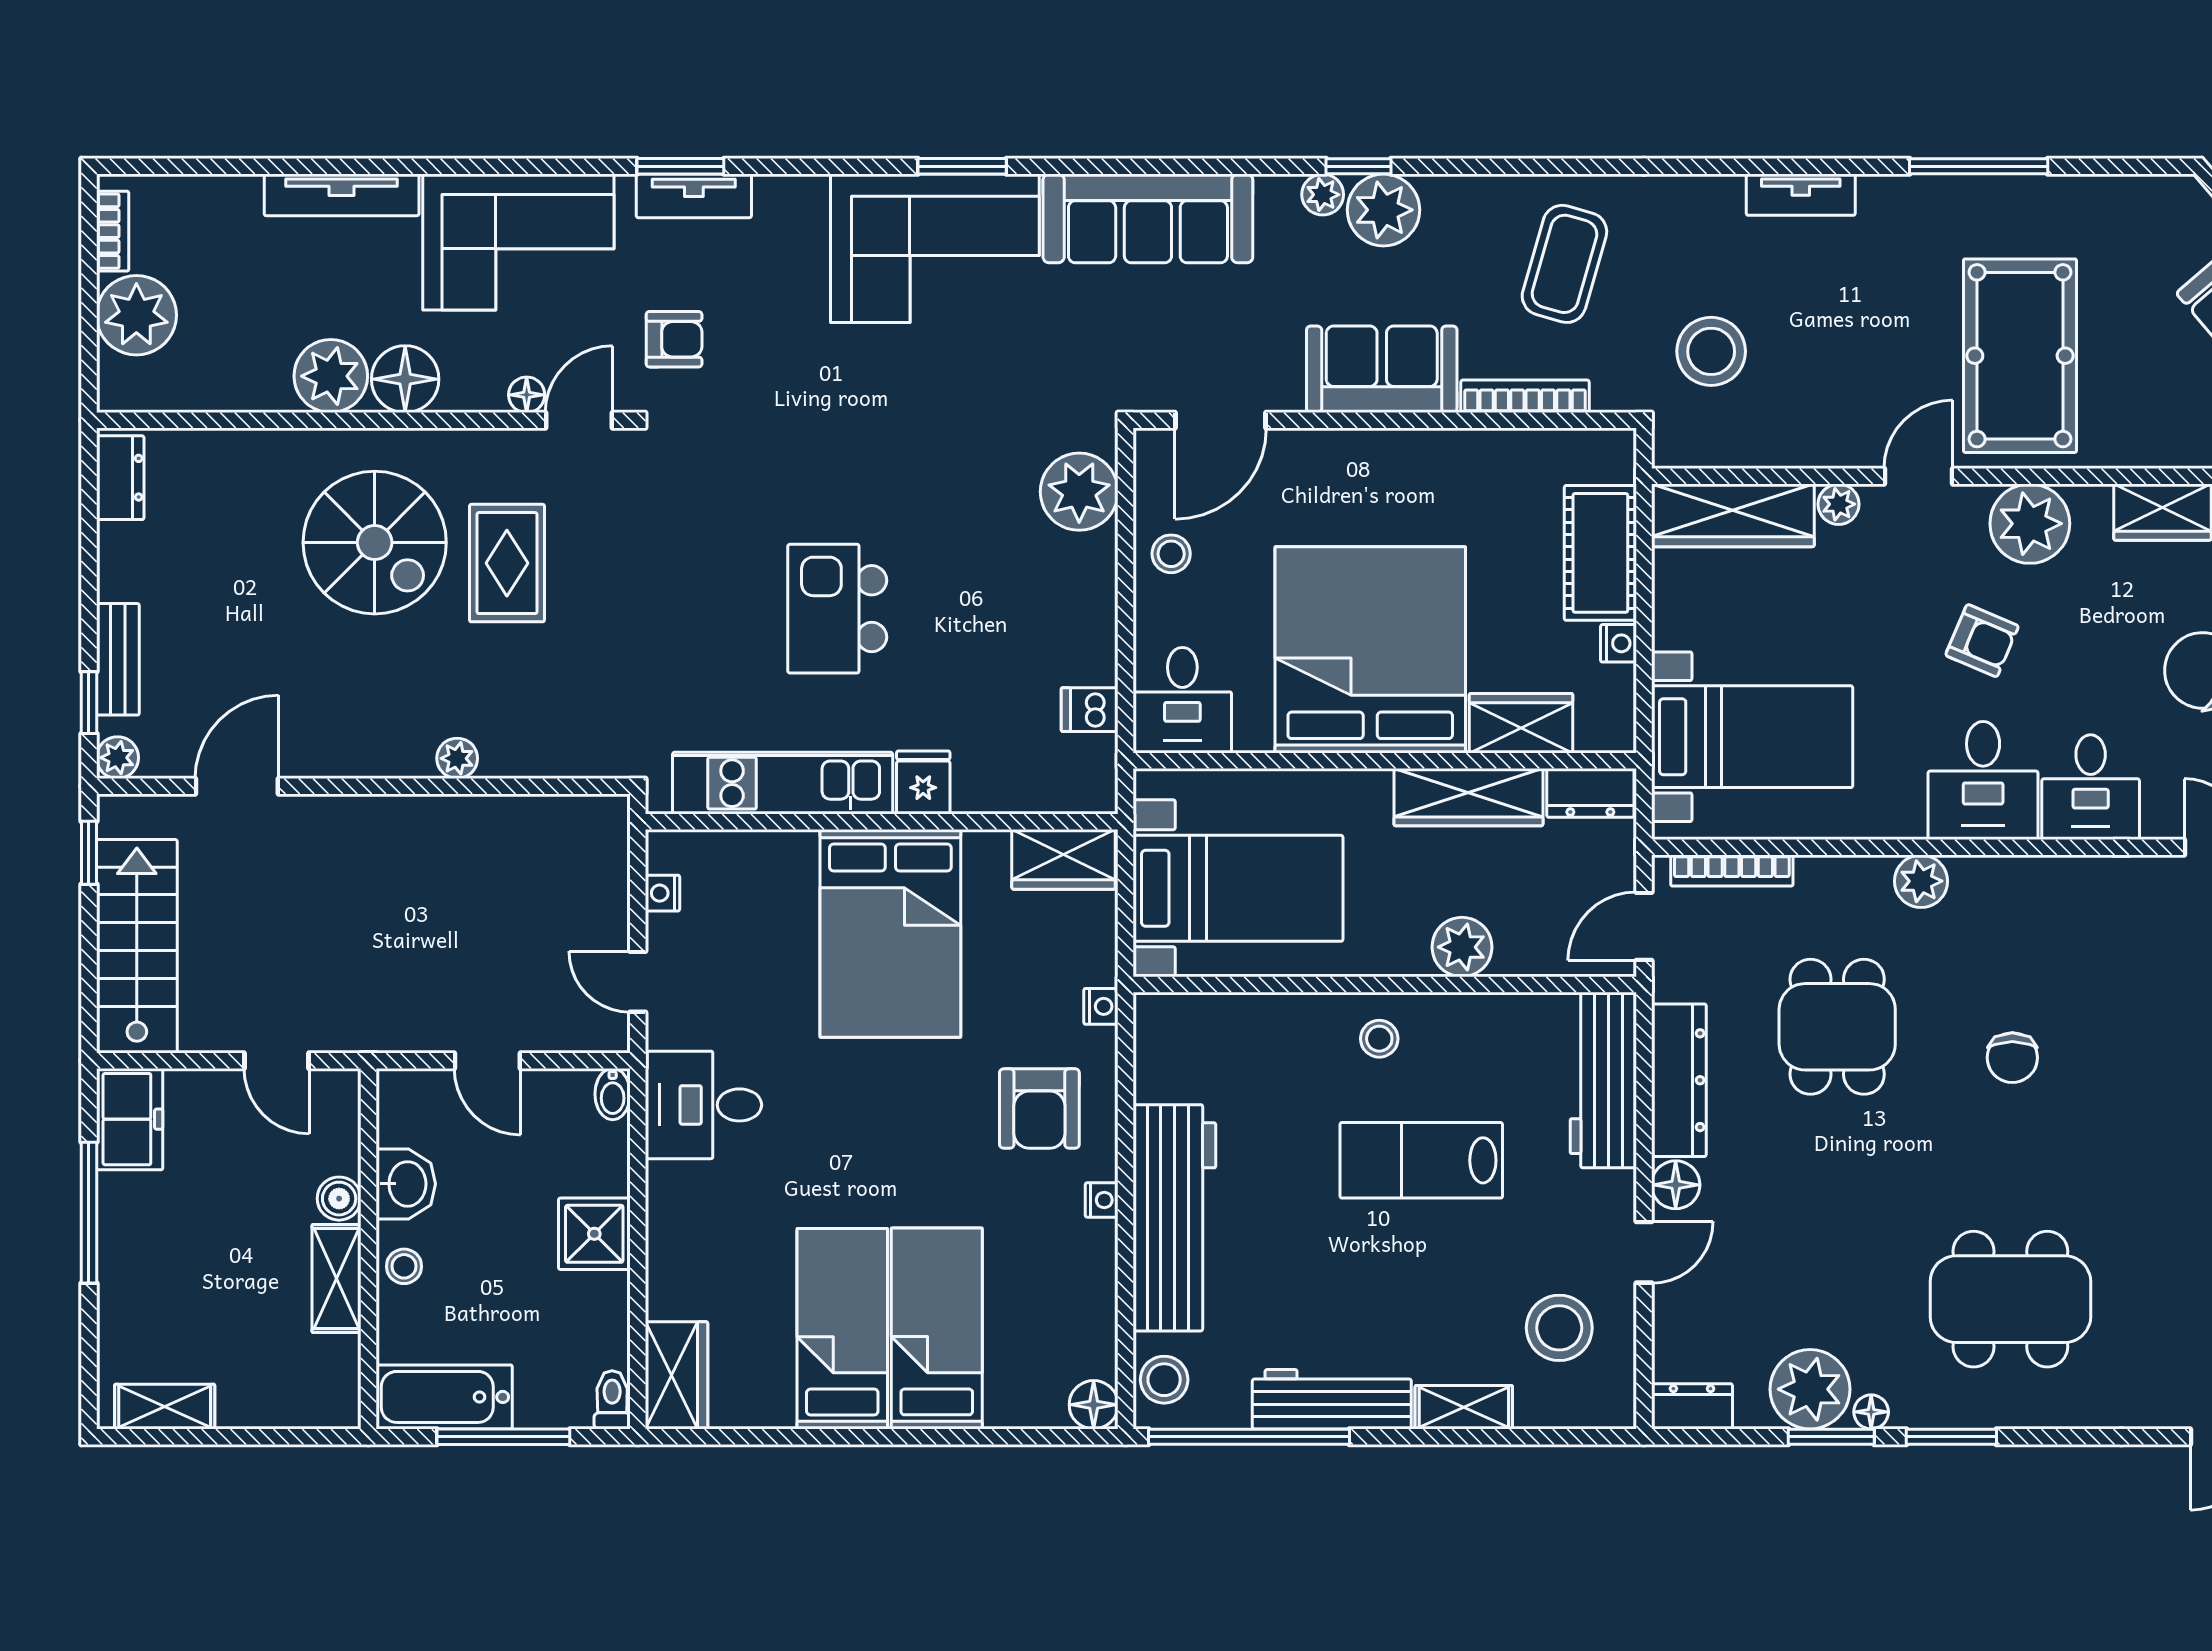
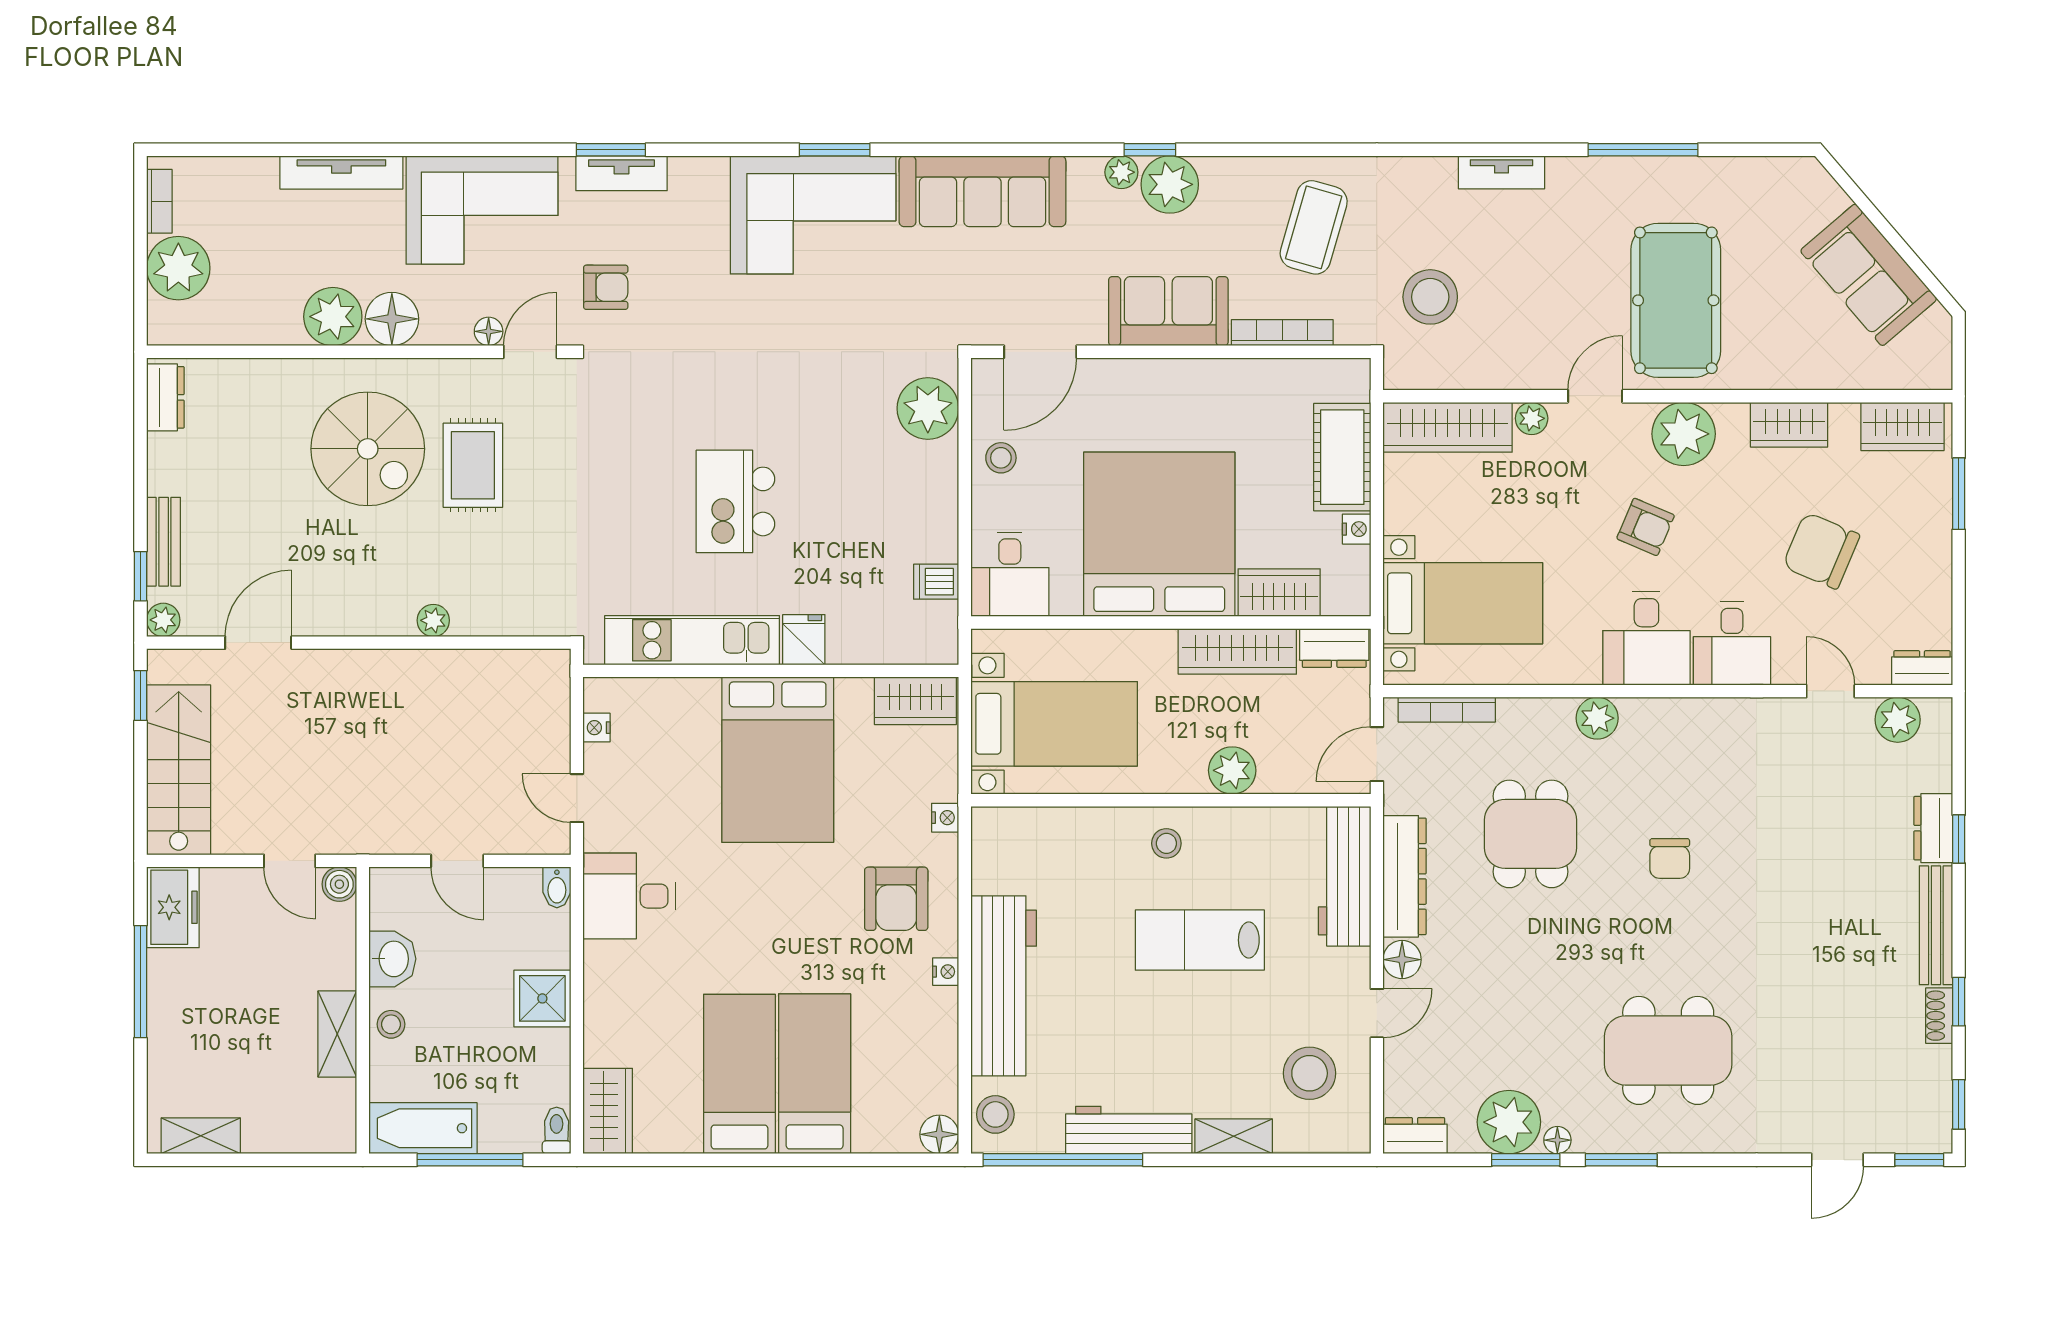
boiler: (339, 1199) -> (339, 884), moved

